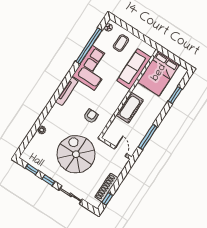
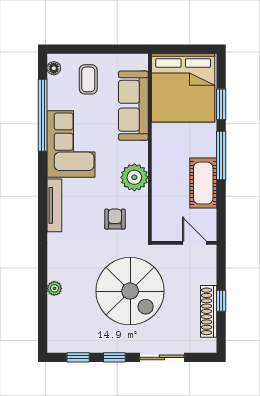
bed: (159, 73) -> (183, 88), width x1.36
plant: (113, 103) -> (134, 177), added
cot: (130, 108) -> (203, 183), moved
window: (148, 137) -> (221, 156), moved
spiral stairs: (76, 154) -> (130, 291), turned 180
window: (107, 199) -> (221, 301), moved

